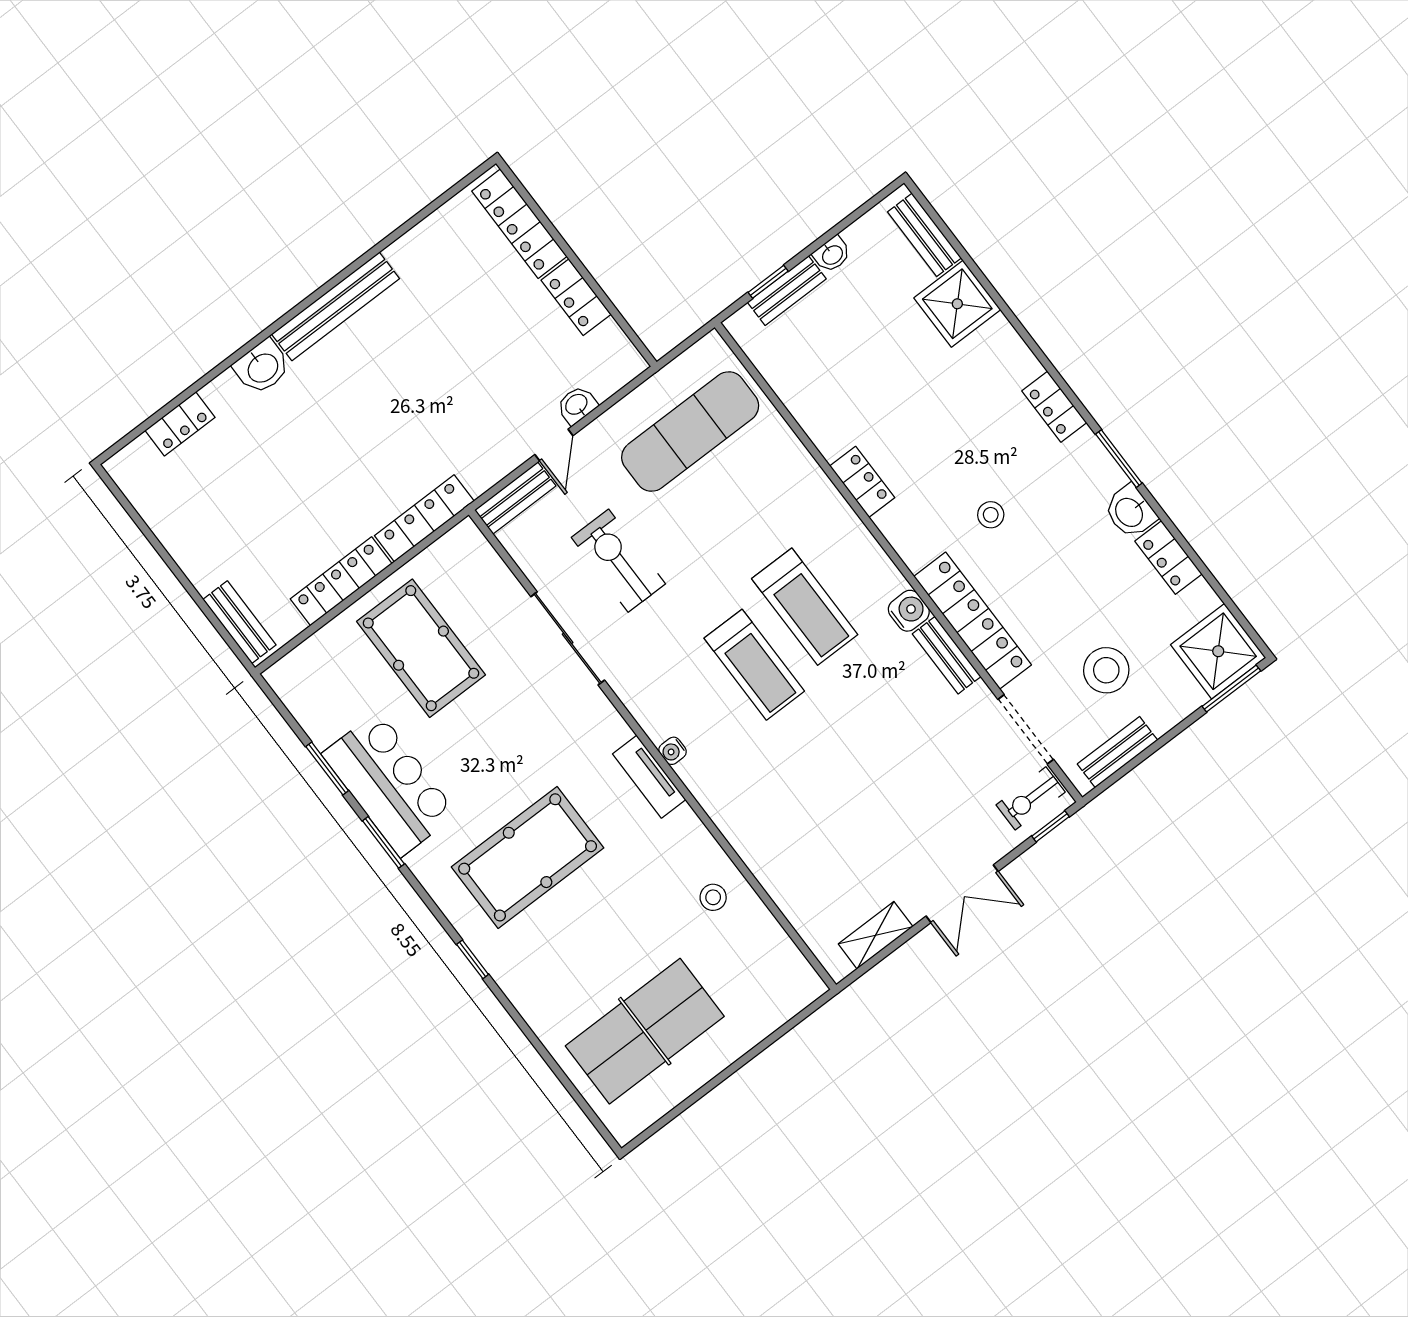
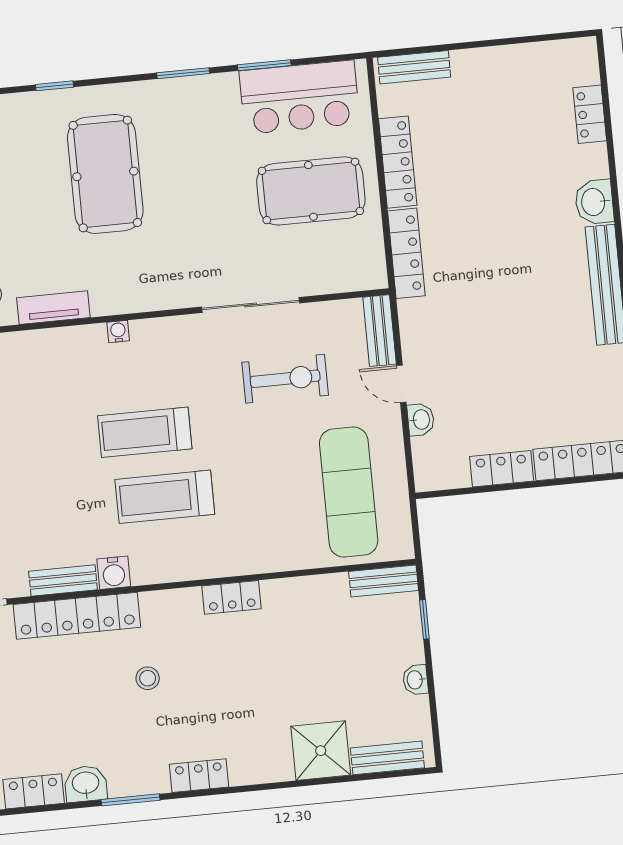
bench: (787, 291) -> (384, 581), moved, turned 90
tv unit: (649, 777) -> (53, 308), moved
bar counter: (389, 784) -> (299, 97), moved

